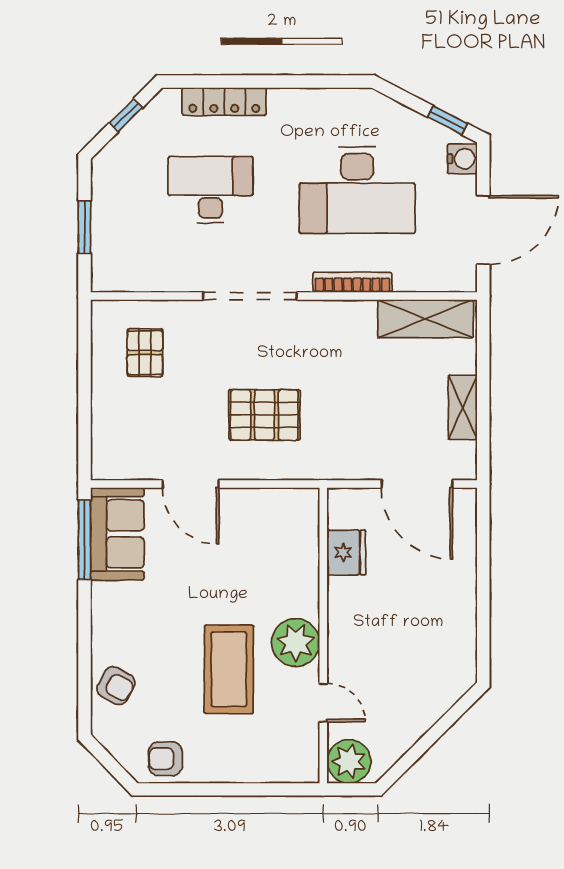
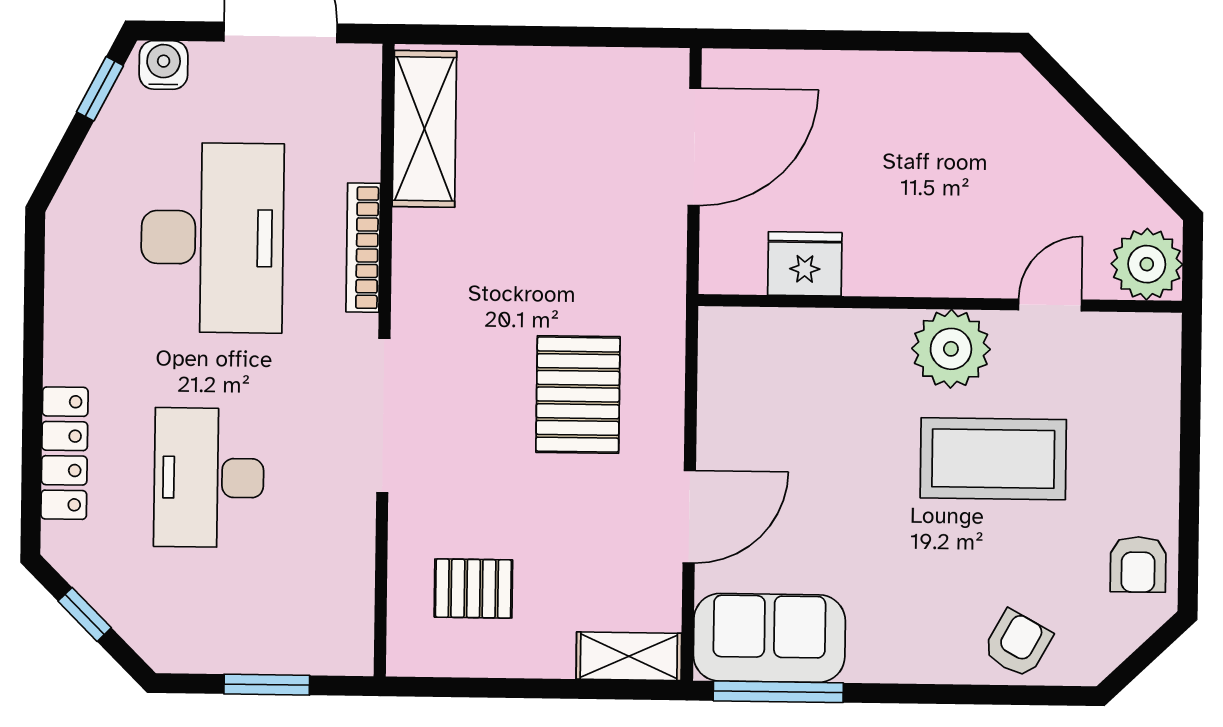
shelving: (463, 407) -> (629, 656), moved

